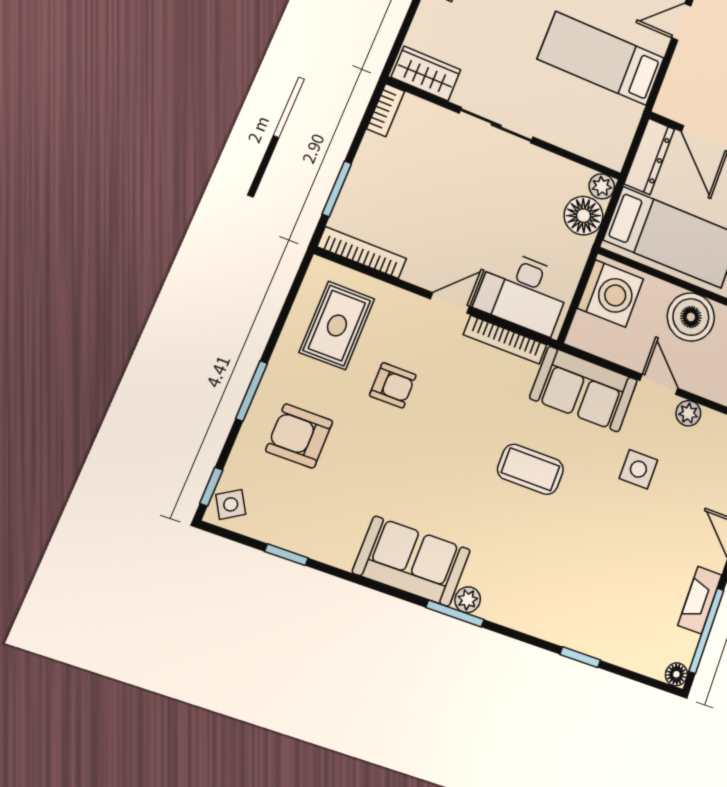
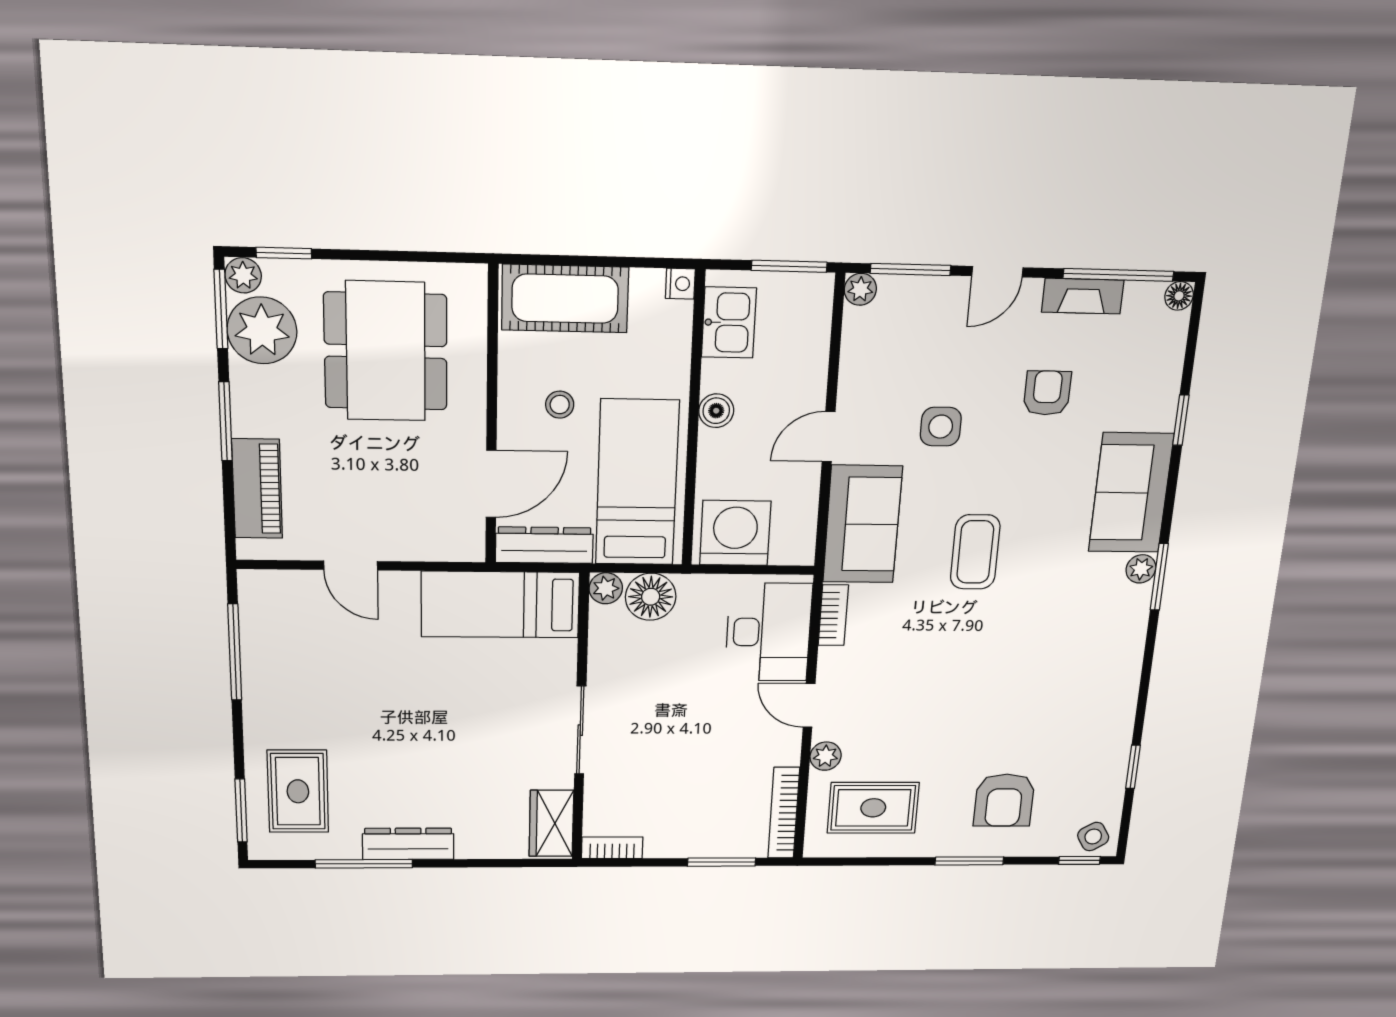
bed: (601, 59) -> (500, 605), moved, turned 90
boiler: (691, 317) -> (716, 411), width x0.54, depth x0.54
bookcase: (505, 340) -> (833, 615), width x0.64
armchair: (393, 385) -> (1047, 393), moved
plant: (688, 413) -> (826, 756), moved
sofa: (412, 561) -> (1131, 493), moved

